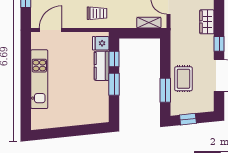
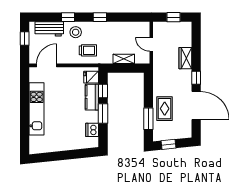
shelving: (149, 23) -> (124, 59), moved
dishwasher: (102, 103) -> (92, 130), added

